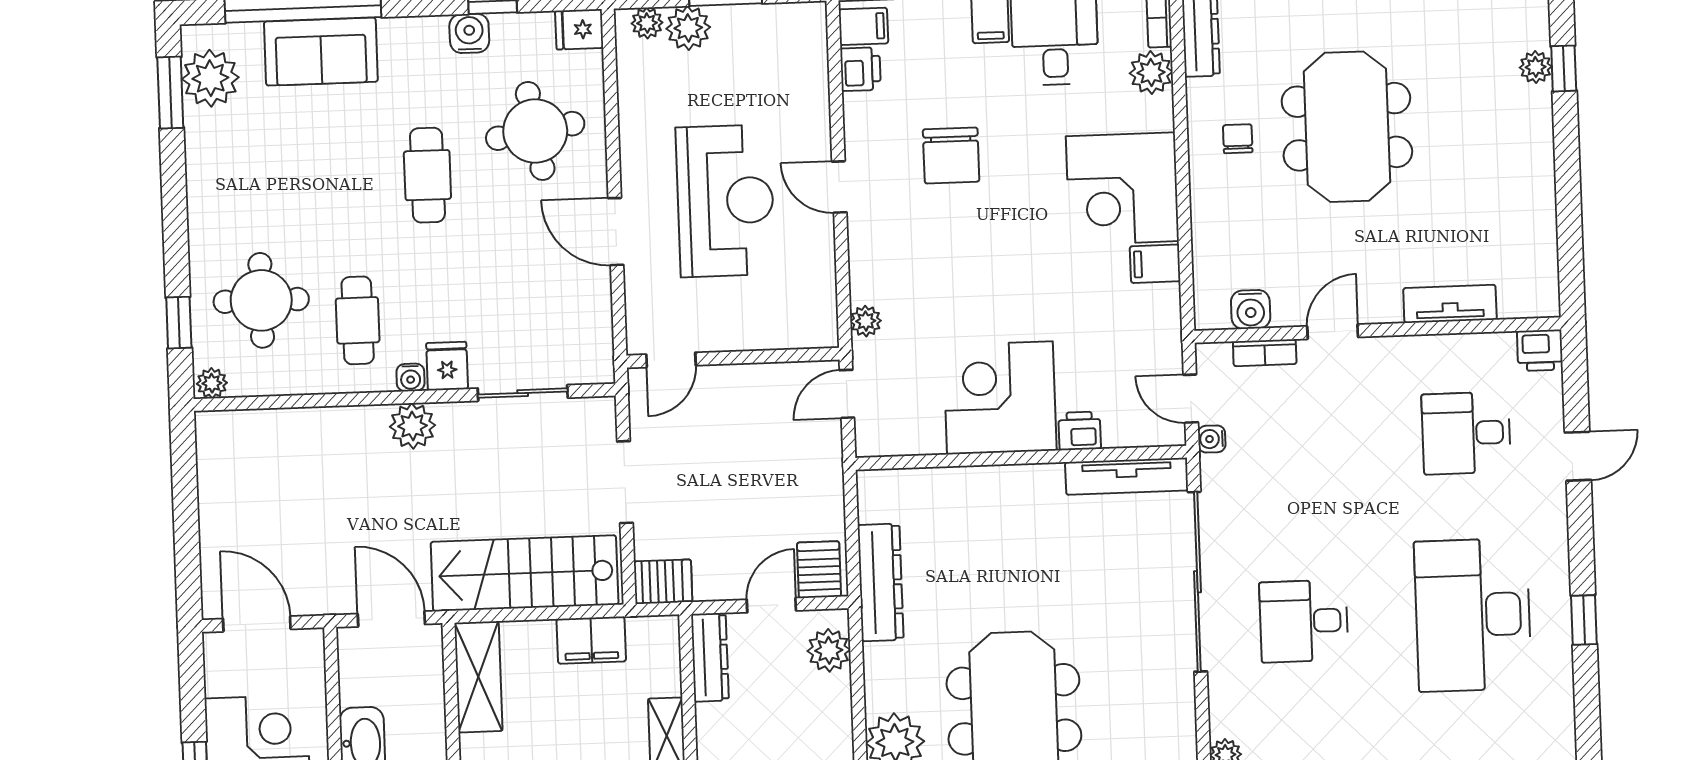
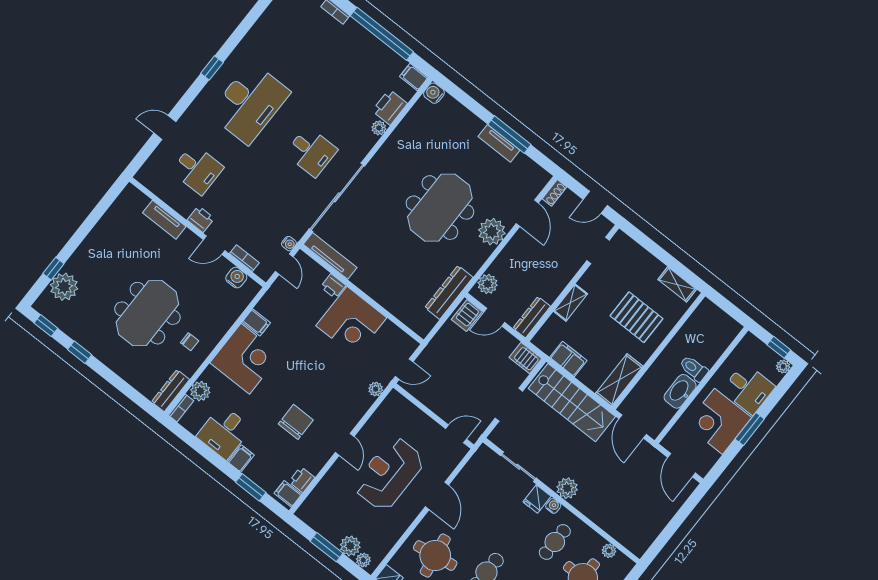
plant: (1536, 67) -> (64, 287), width x1.87, depth x1.87
chair: (1238, 139) -> (190, 342), turned -90
printer: (1540, 350) -> (201, 219), moved
plant: (212, 383) -> (609, 551), moved

